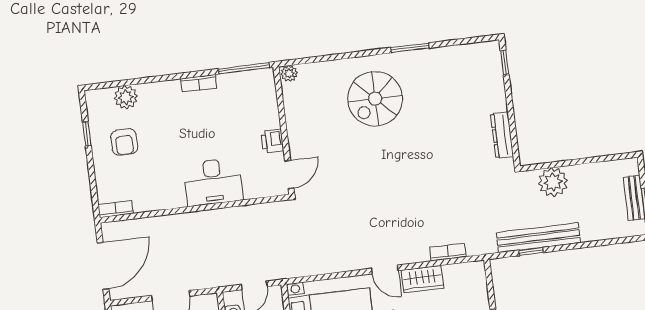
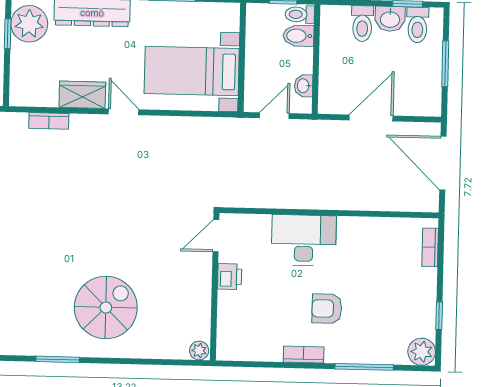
window: (244, 68) -> (364, 367), moved
plant: (126, 97) -> (422, 352), moved
armchair: (124, 142) -> (327, 309), moved, turned -90
bookcase: (116, 209) -> (430, 247), moved, turned 90
door: (103, 266) -> (443, 163), hinge flipped

